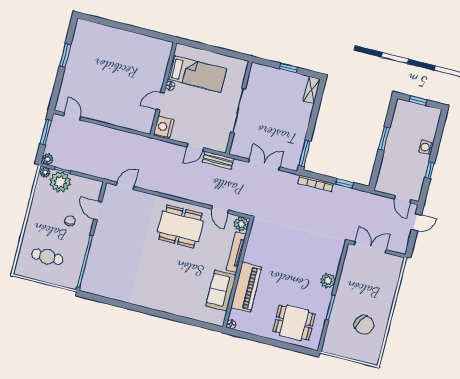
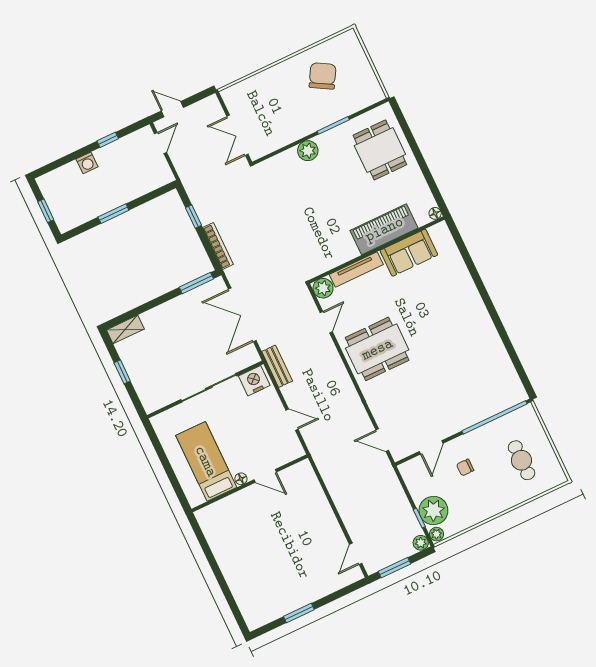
nightstand: (164, 127) -> (254, 381), moved, turned 180
door: (195, 147) -> (292, 420), moved
double door: (264, 165) -> (242, 315), width x1.37
dining table: (180, 226) -> (377, 349), turned 90

